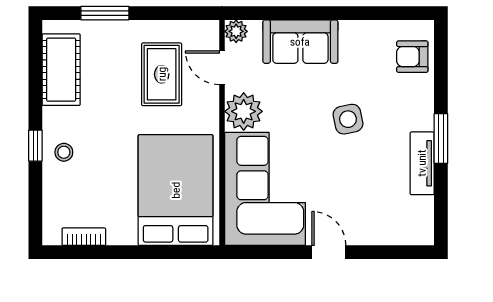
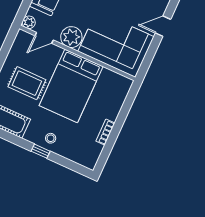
rug: (162, 74) -> (27, 83), moved
bed: (176, 190) -> (71, 86), moved, turned -90
bookcase: (84, 237) -> (105, 132), moved

